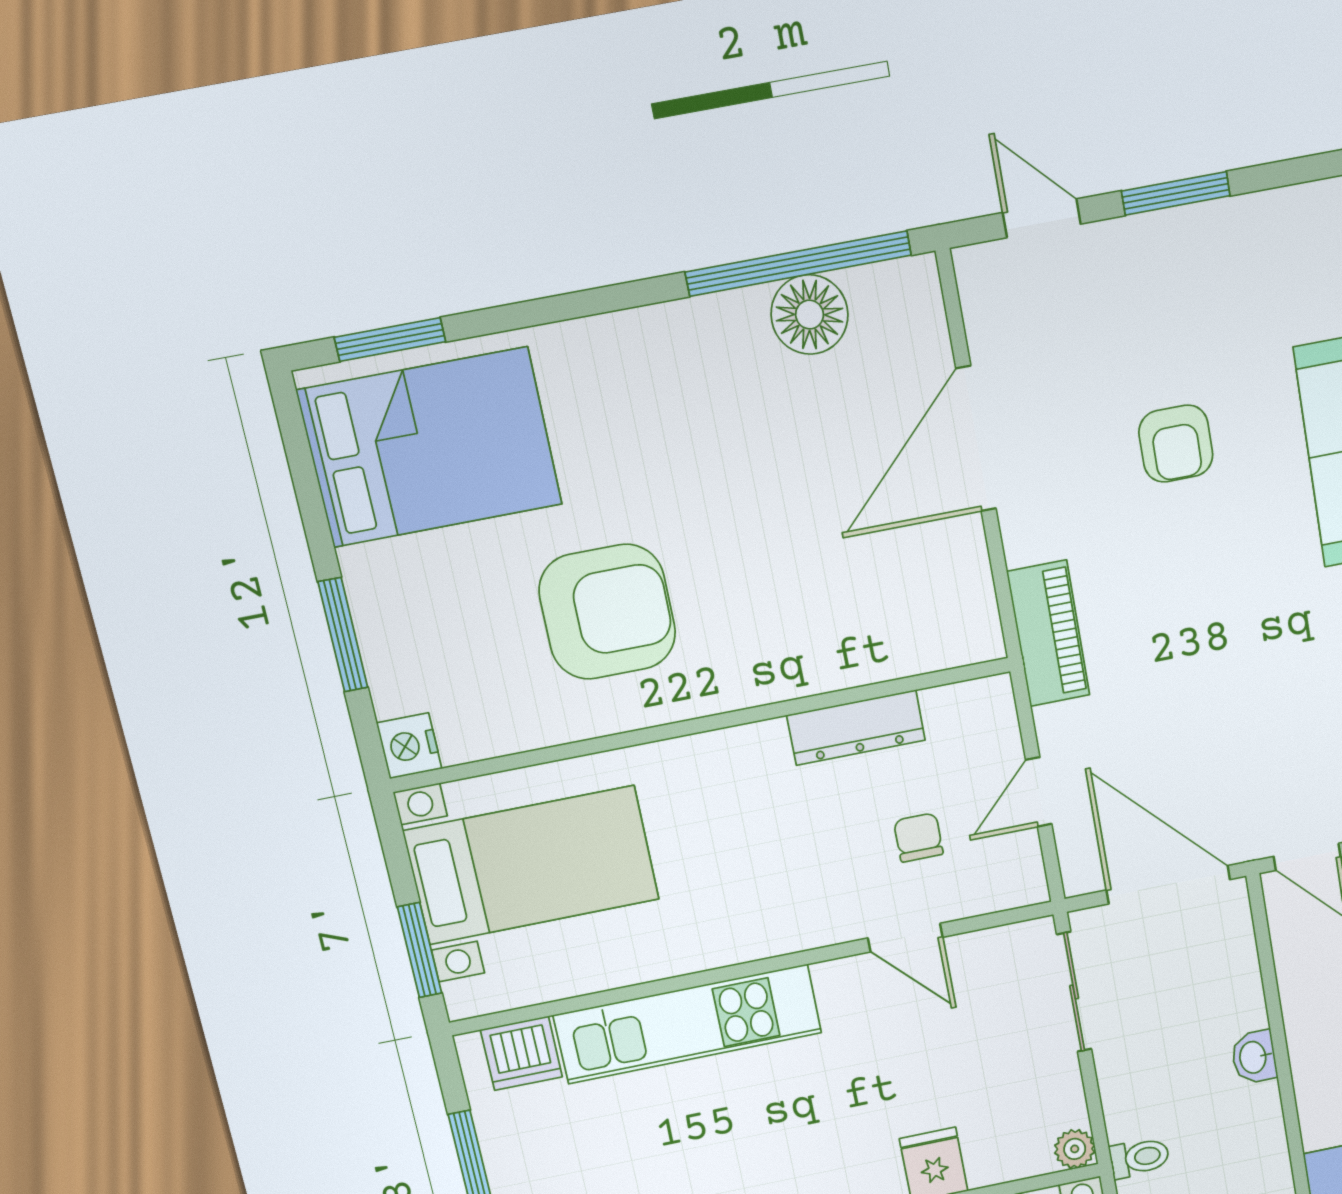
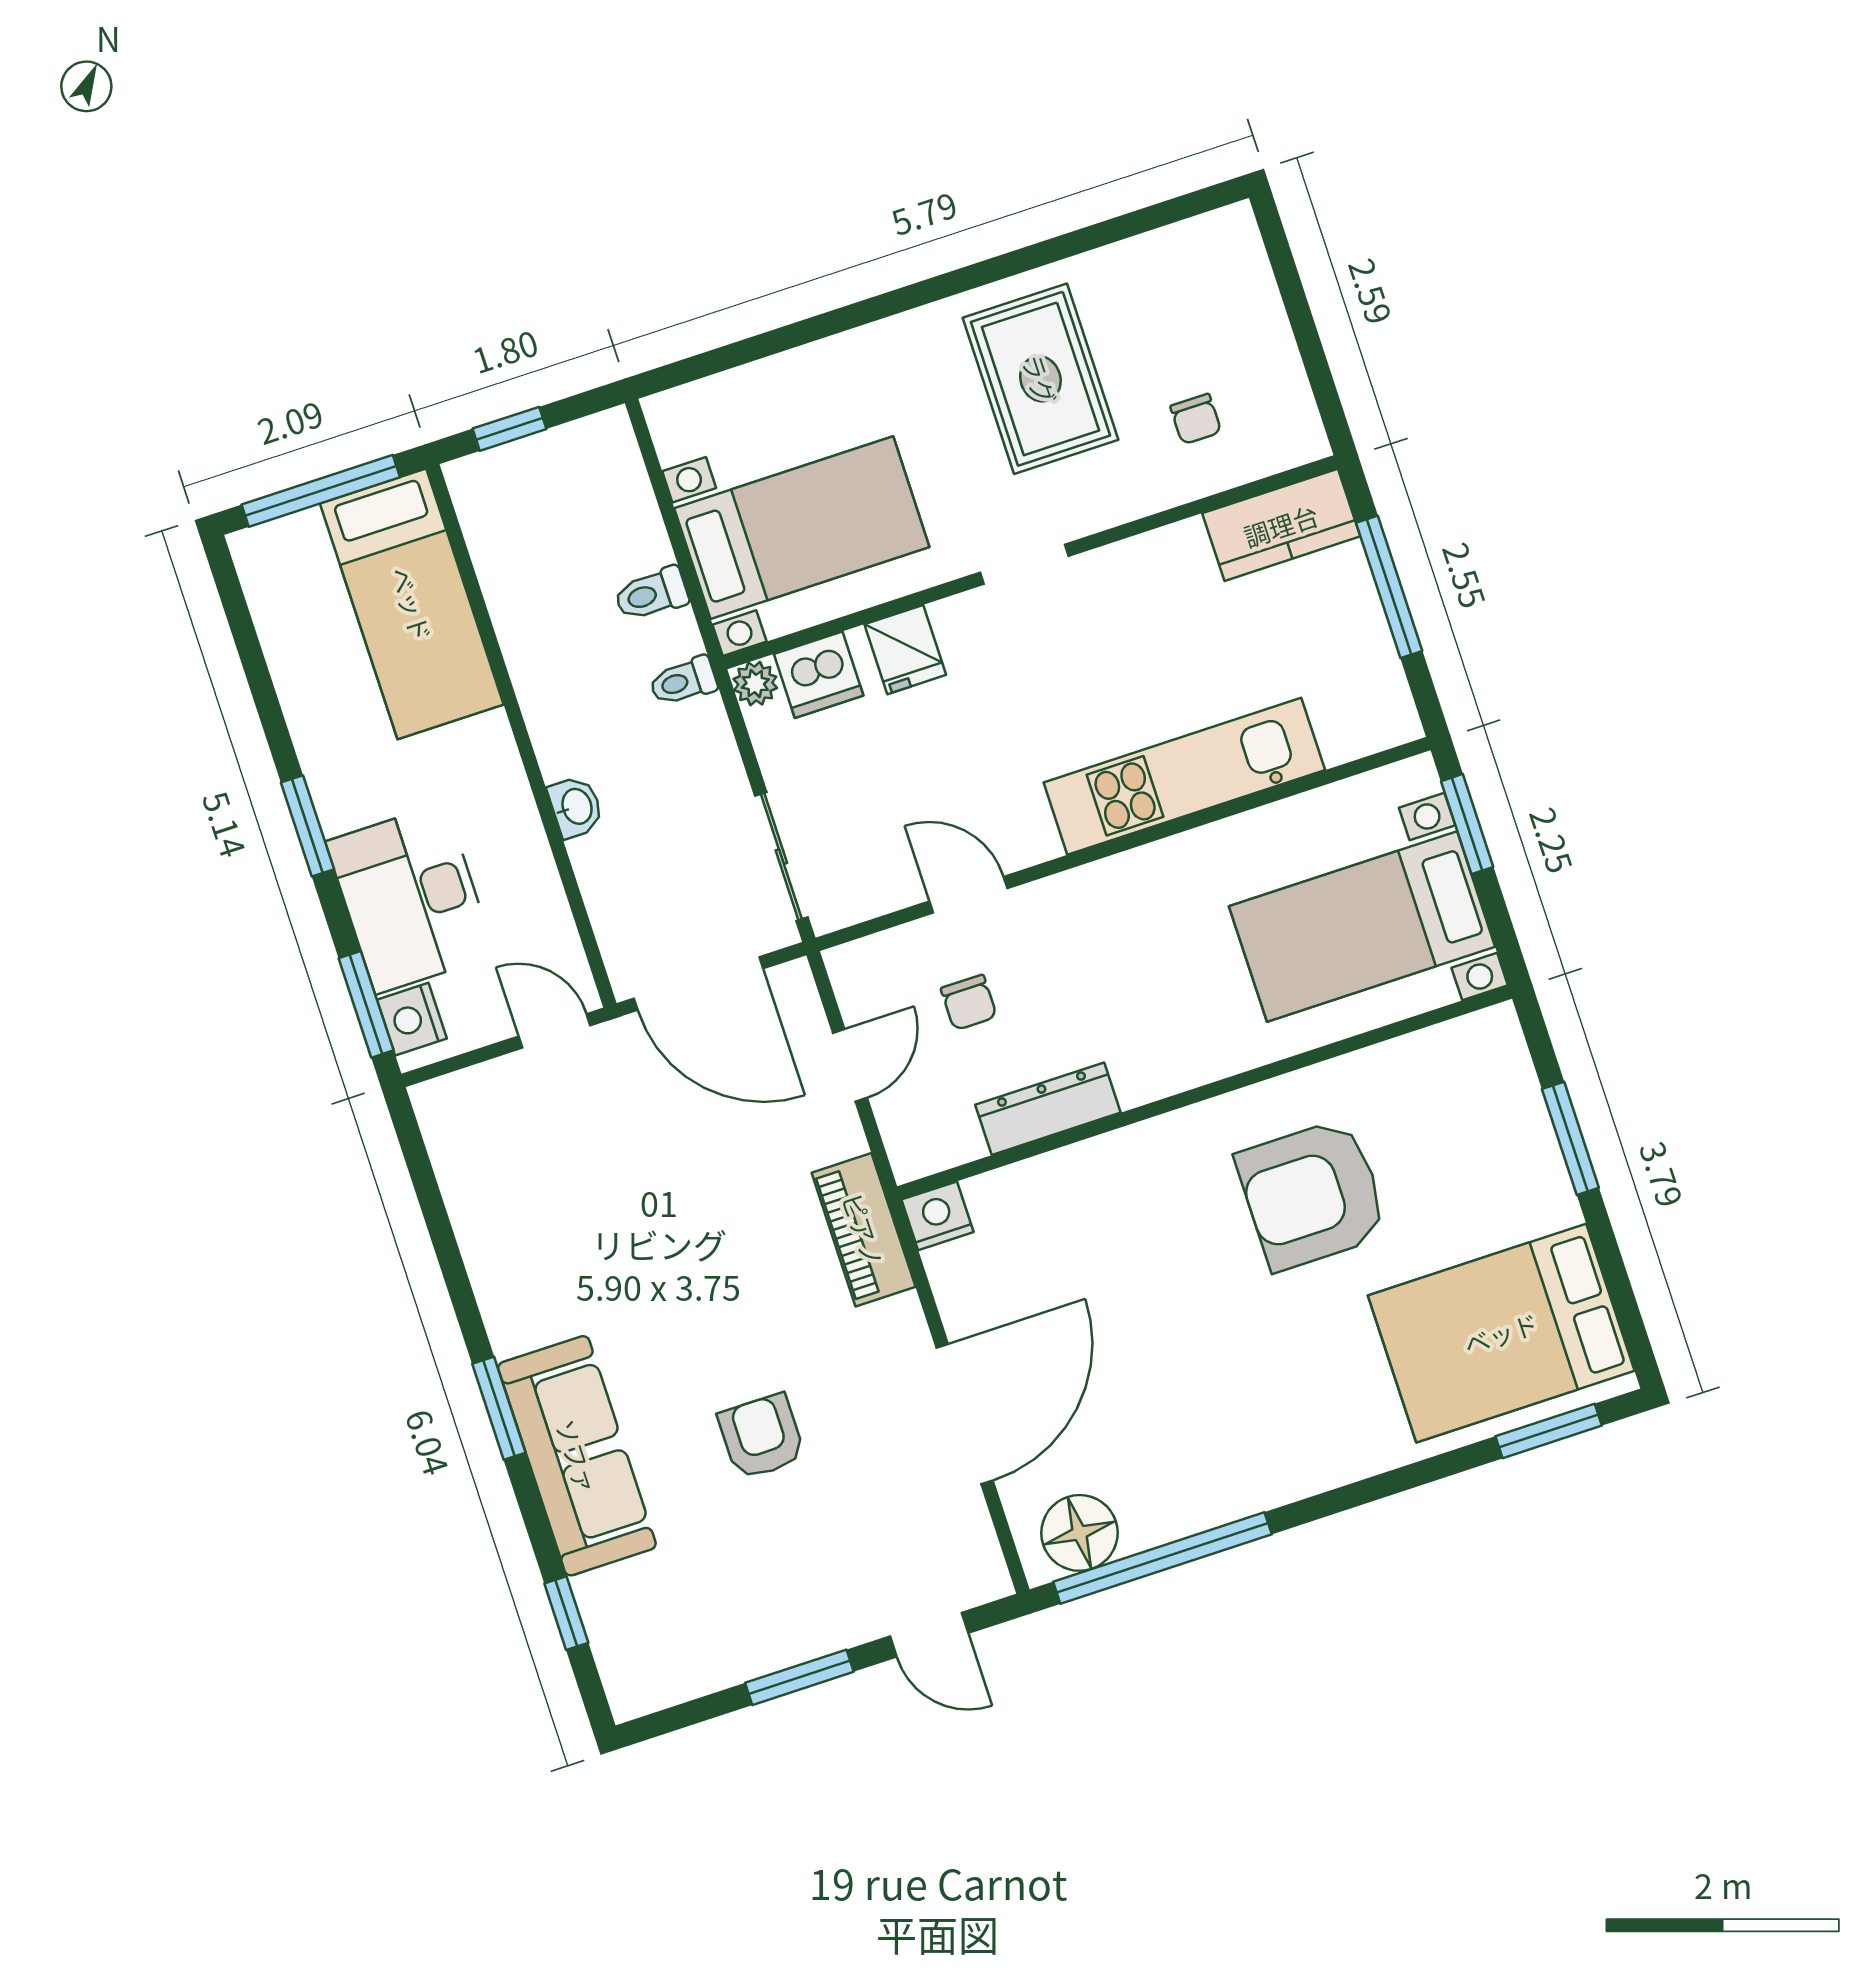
floor lamp: (810, 315) -> (1080, 1533), moved
nightstand: (409, 746) -> (938, 1216), moved, turned -90
dishwasher: (521, 1053) -> (819, 675), moved, turned 180

